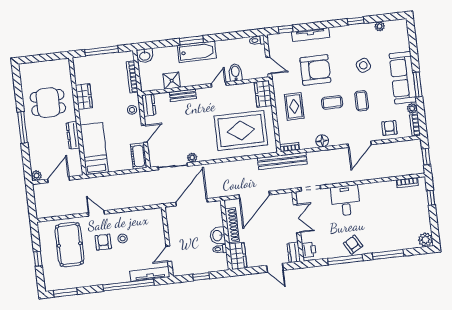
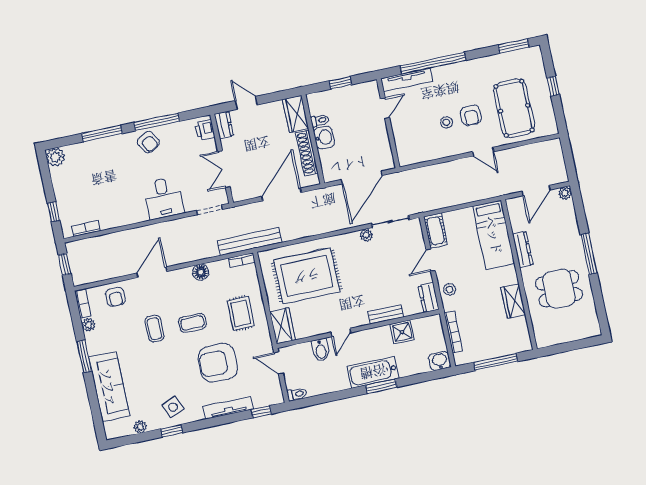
side table: (363, 65) -> (173, 407), moved
sofa: (403, 78) -> (109, 387), moved

